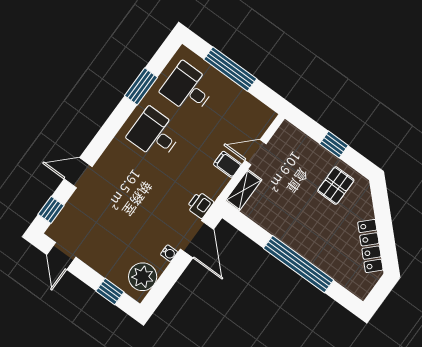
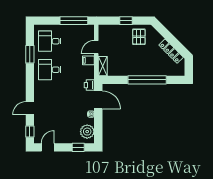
window: (230, 69) -> (74, 21), moved
door: (61, 256) -> (48, 147), swing flipped

